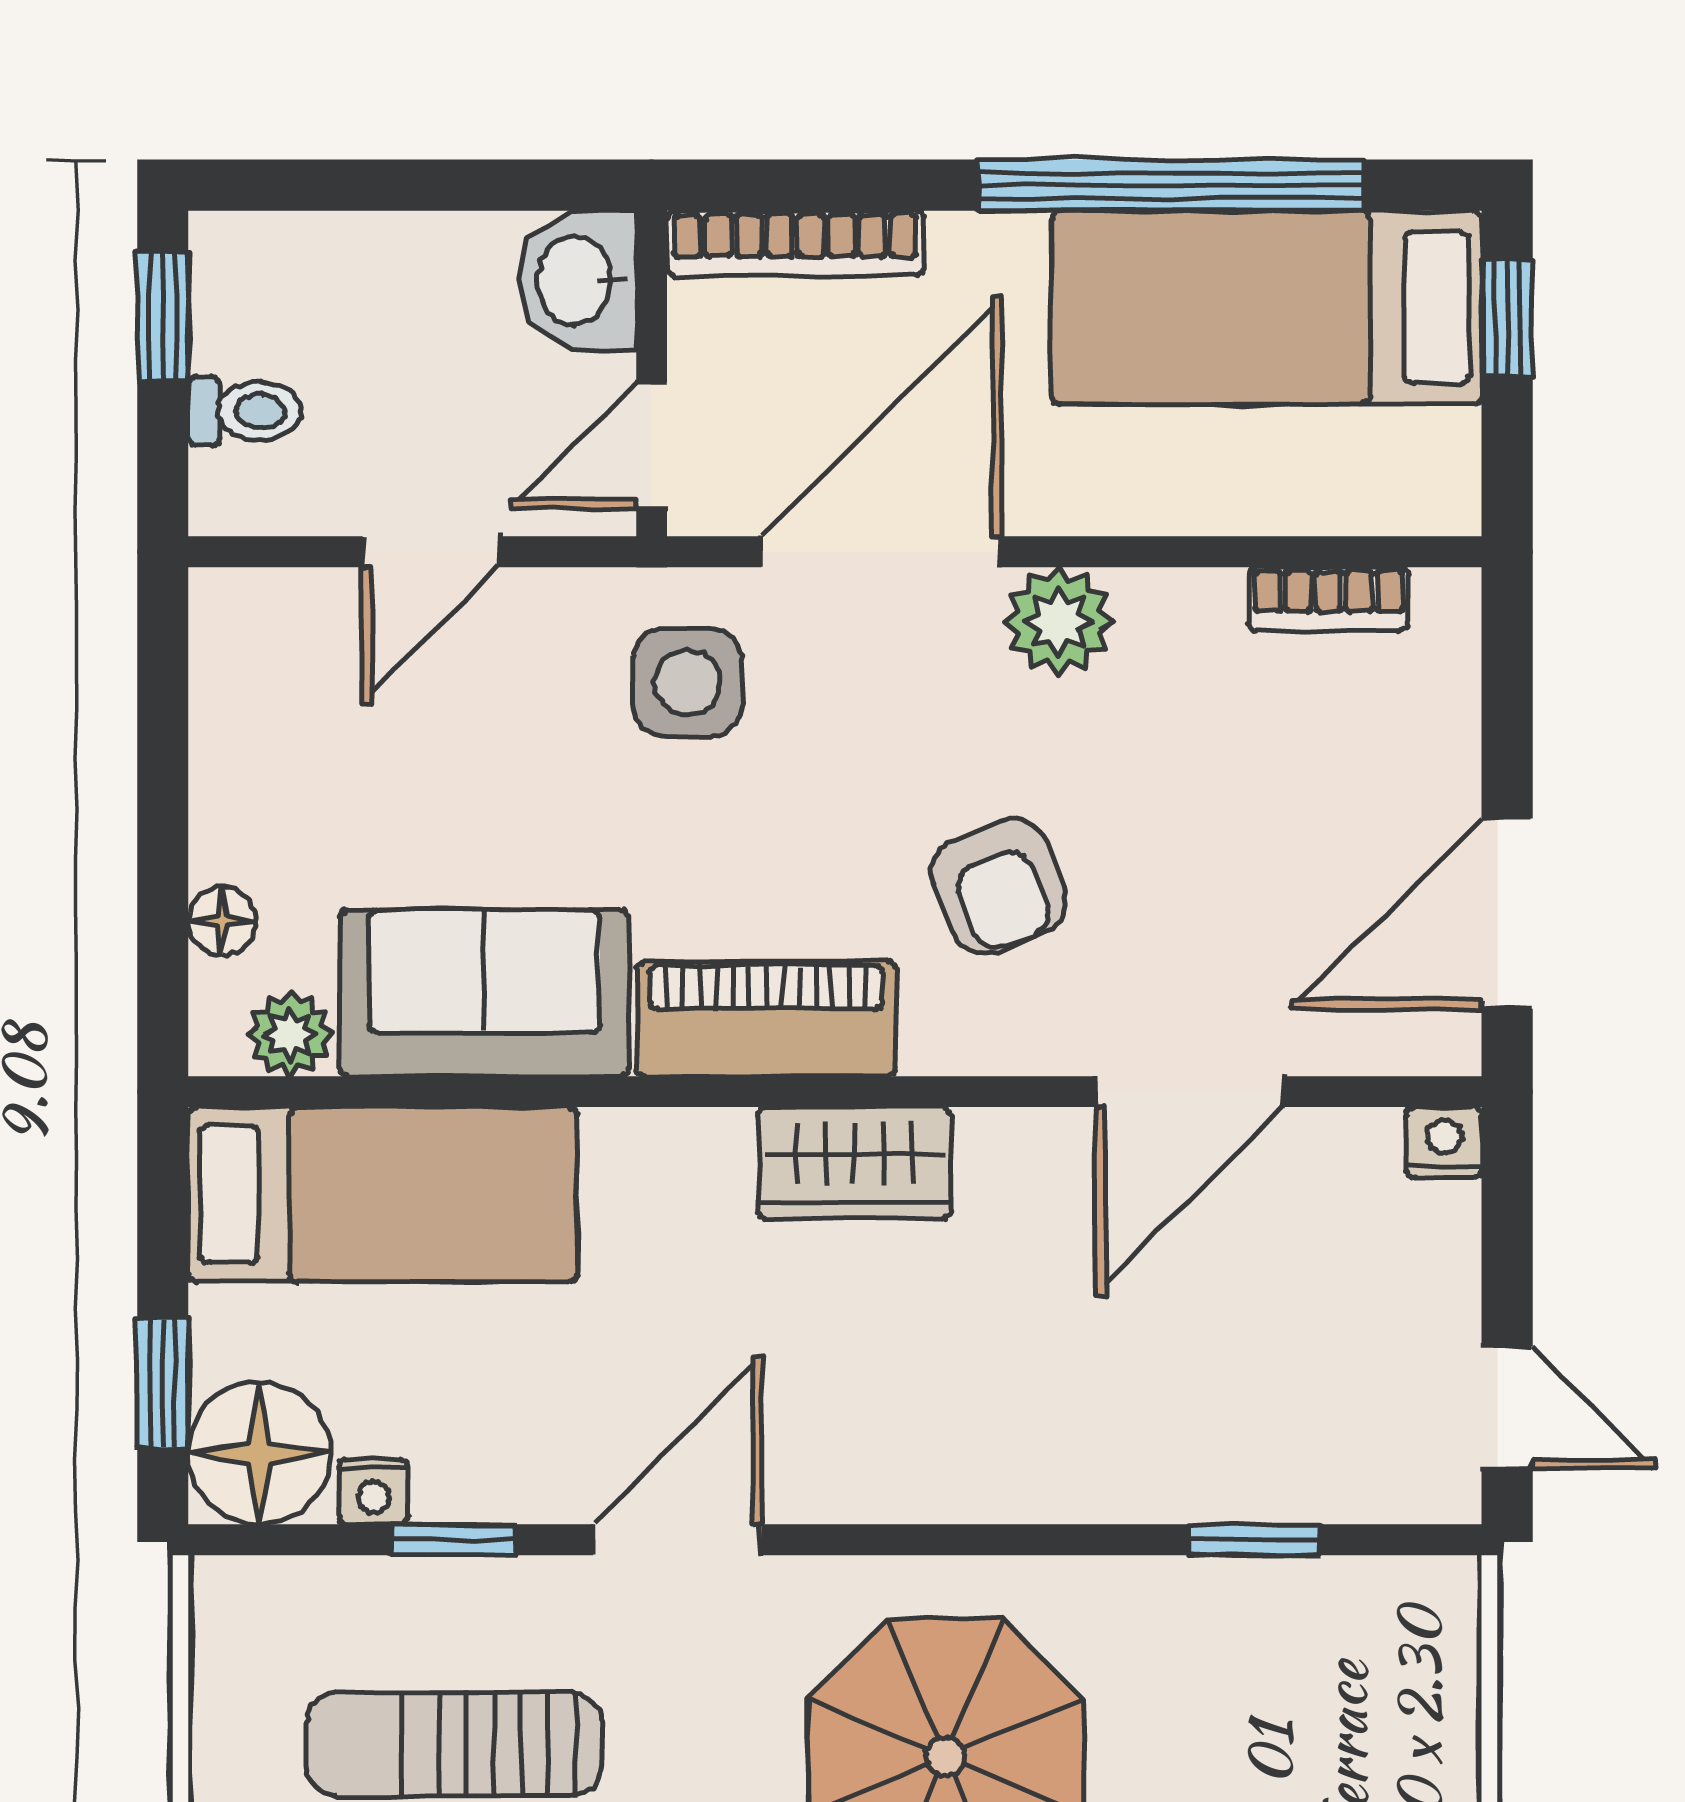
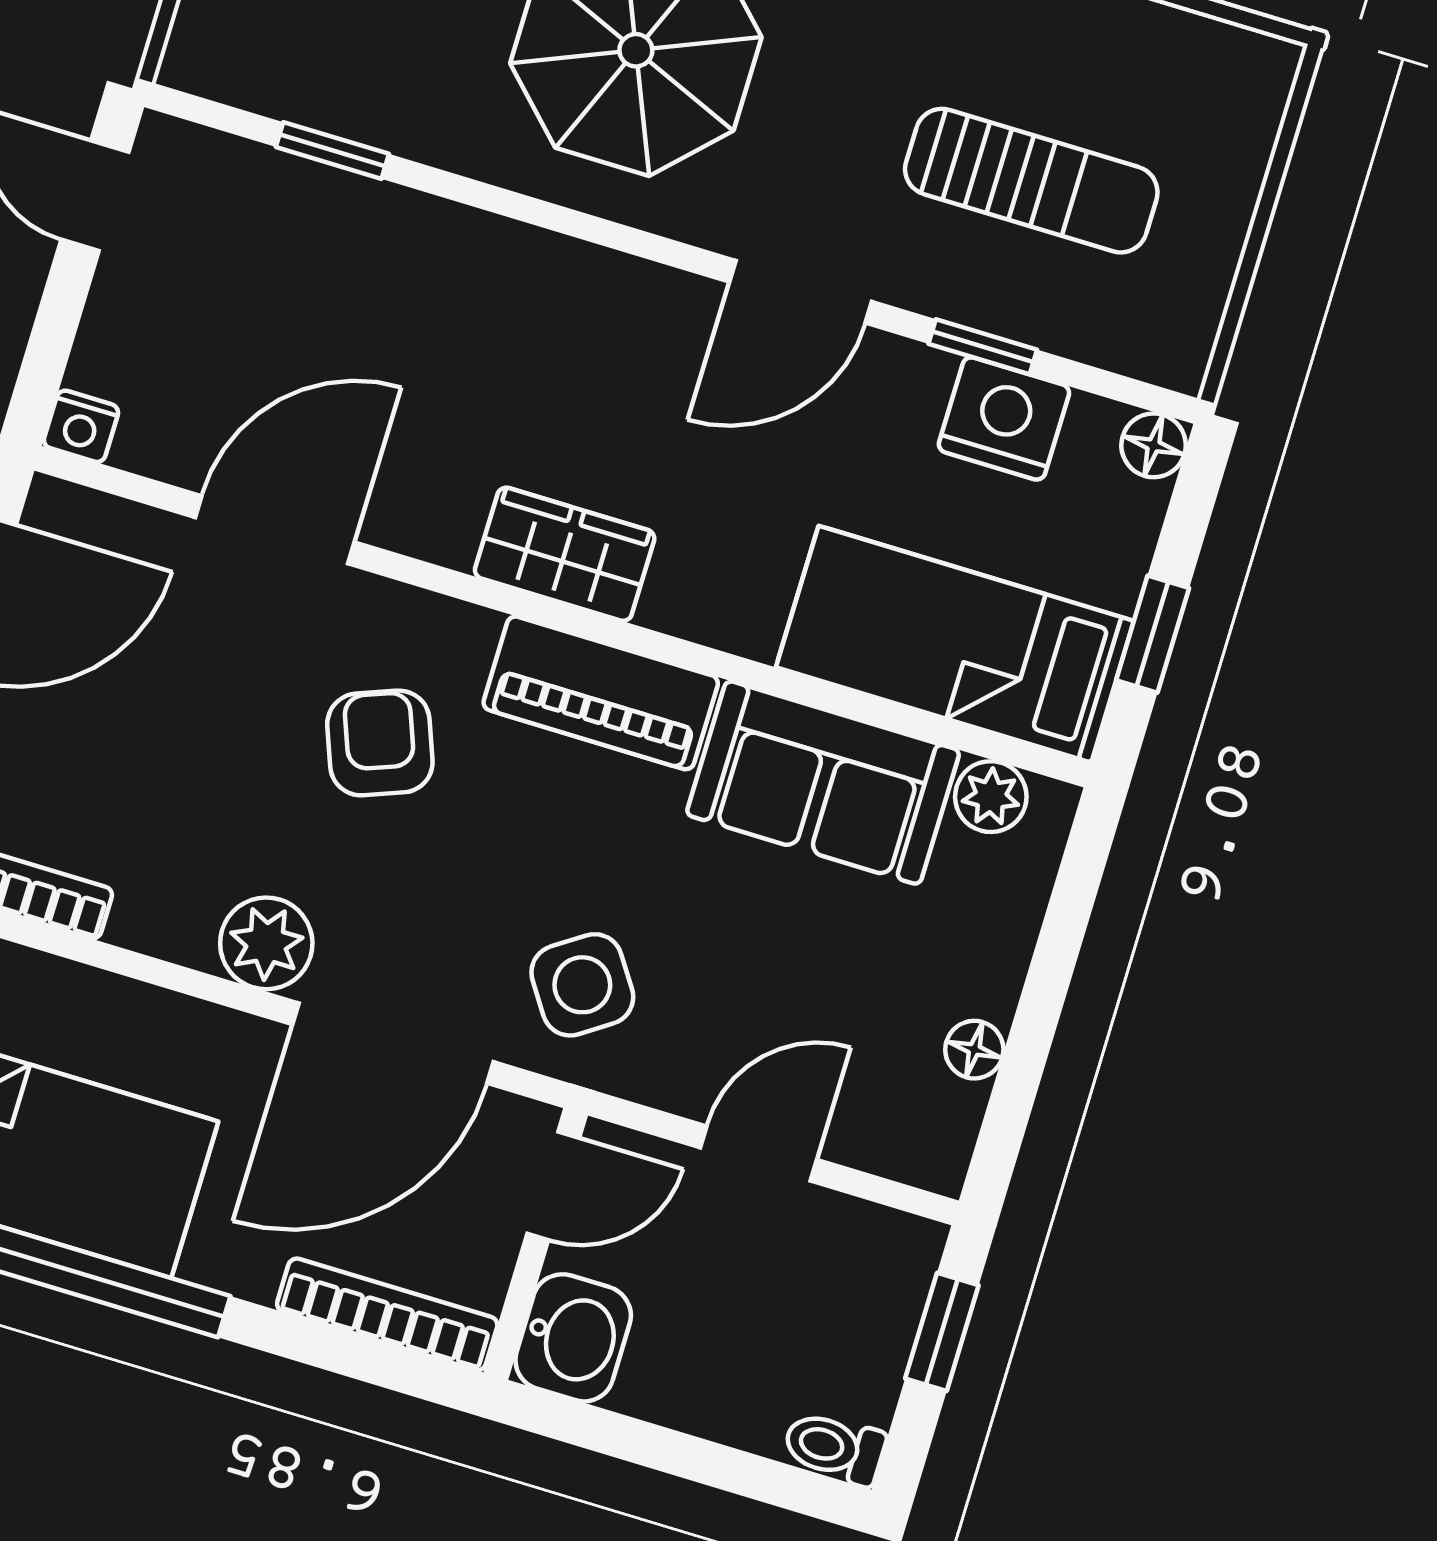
window: (163, 317) -> (942, 1332), moved
toilet: (245, 411) -> (834, 1448), moved
side table: (687, 682) -> (582, 985), turned -34
floor lamp: (222, 921) -> (974, 1050), moved
window: (163, 1383) -> (1153, 634), moved
floor lamp: (260, 1453) -> (1154, 445), width x0.53, depth x0.53
nightstand: (373, 1492) -> (1004, 418), width x1.89, depth x1.79

